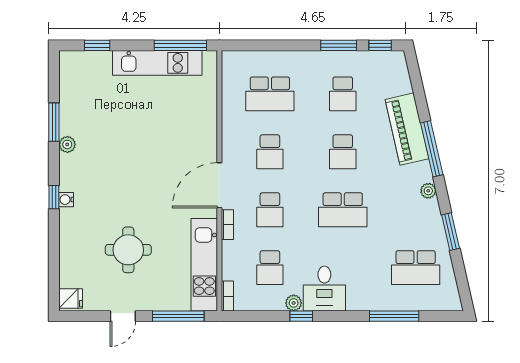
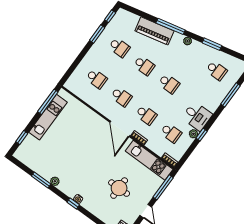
school desk: (270, 94) -> (96, 79), width x0.54
school desk: (343, 210) -> (169, 84), width x0.54
school desk: (416, 268) -> (216, 71), width x0.54

